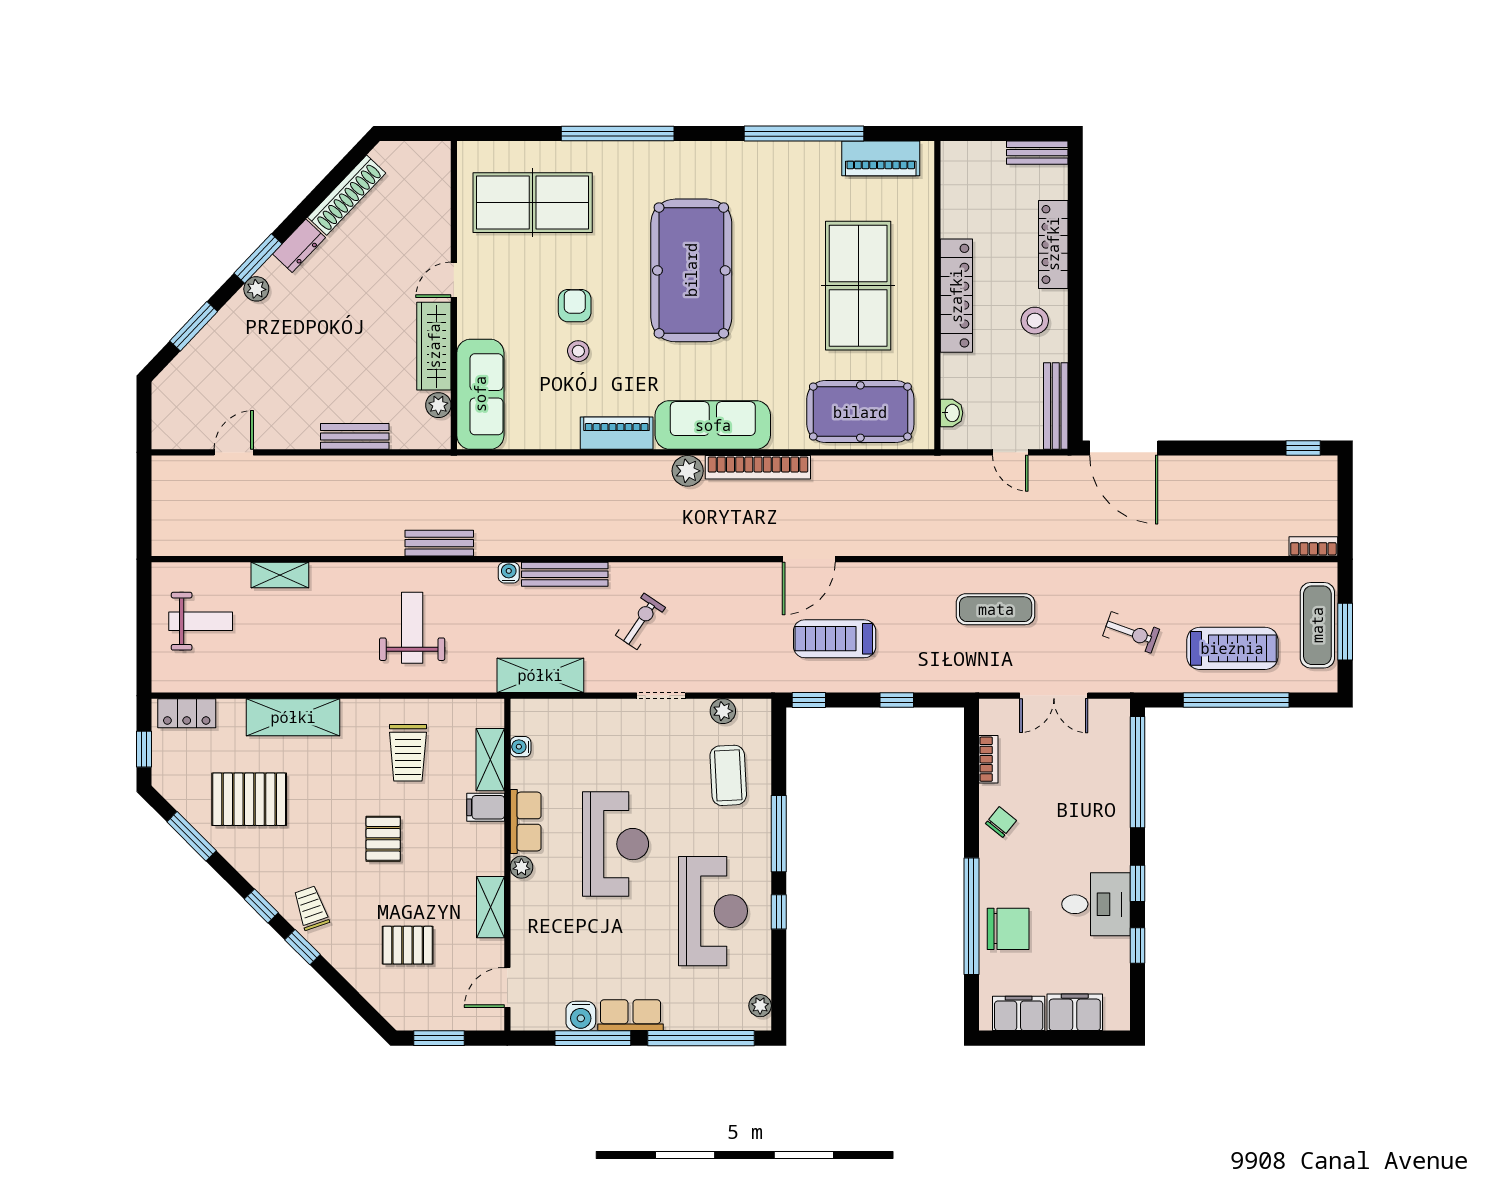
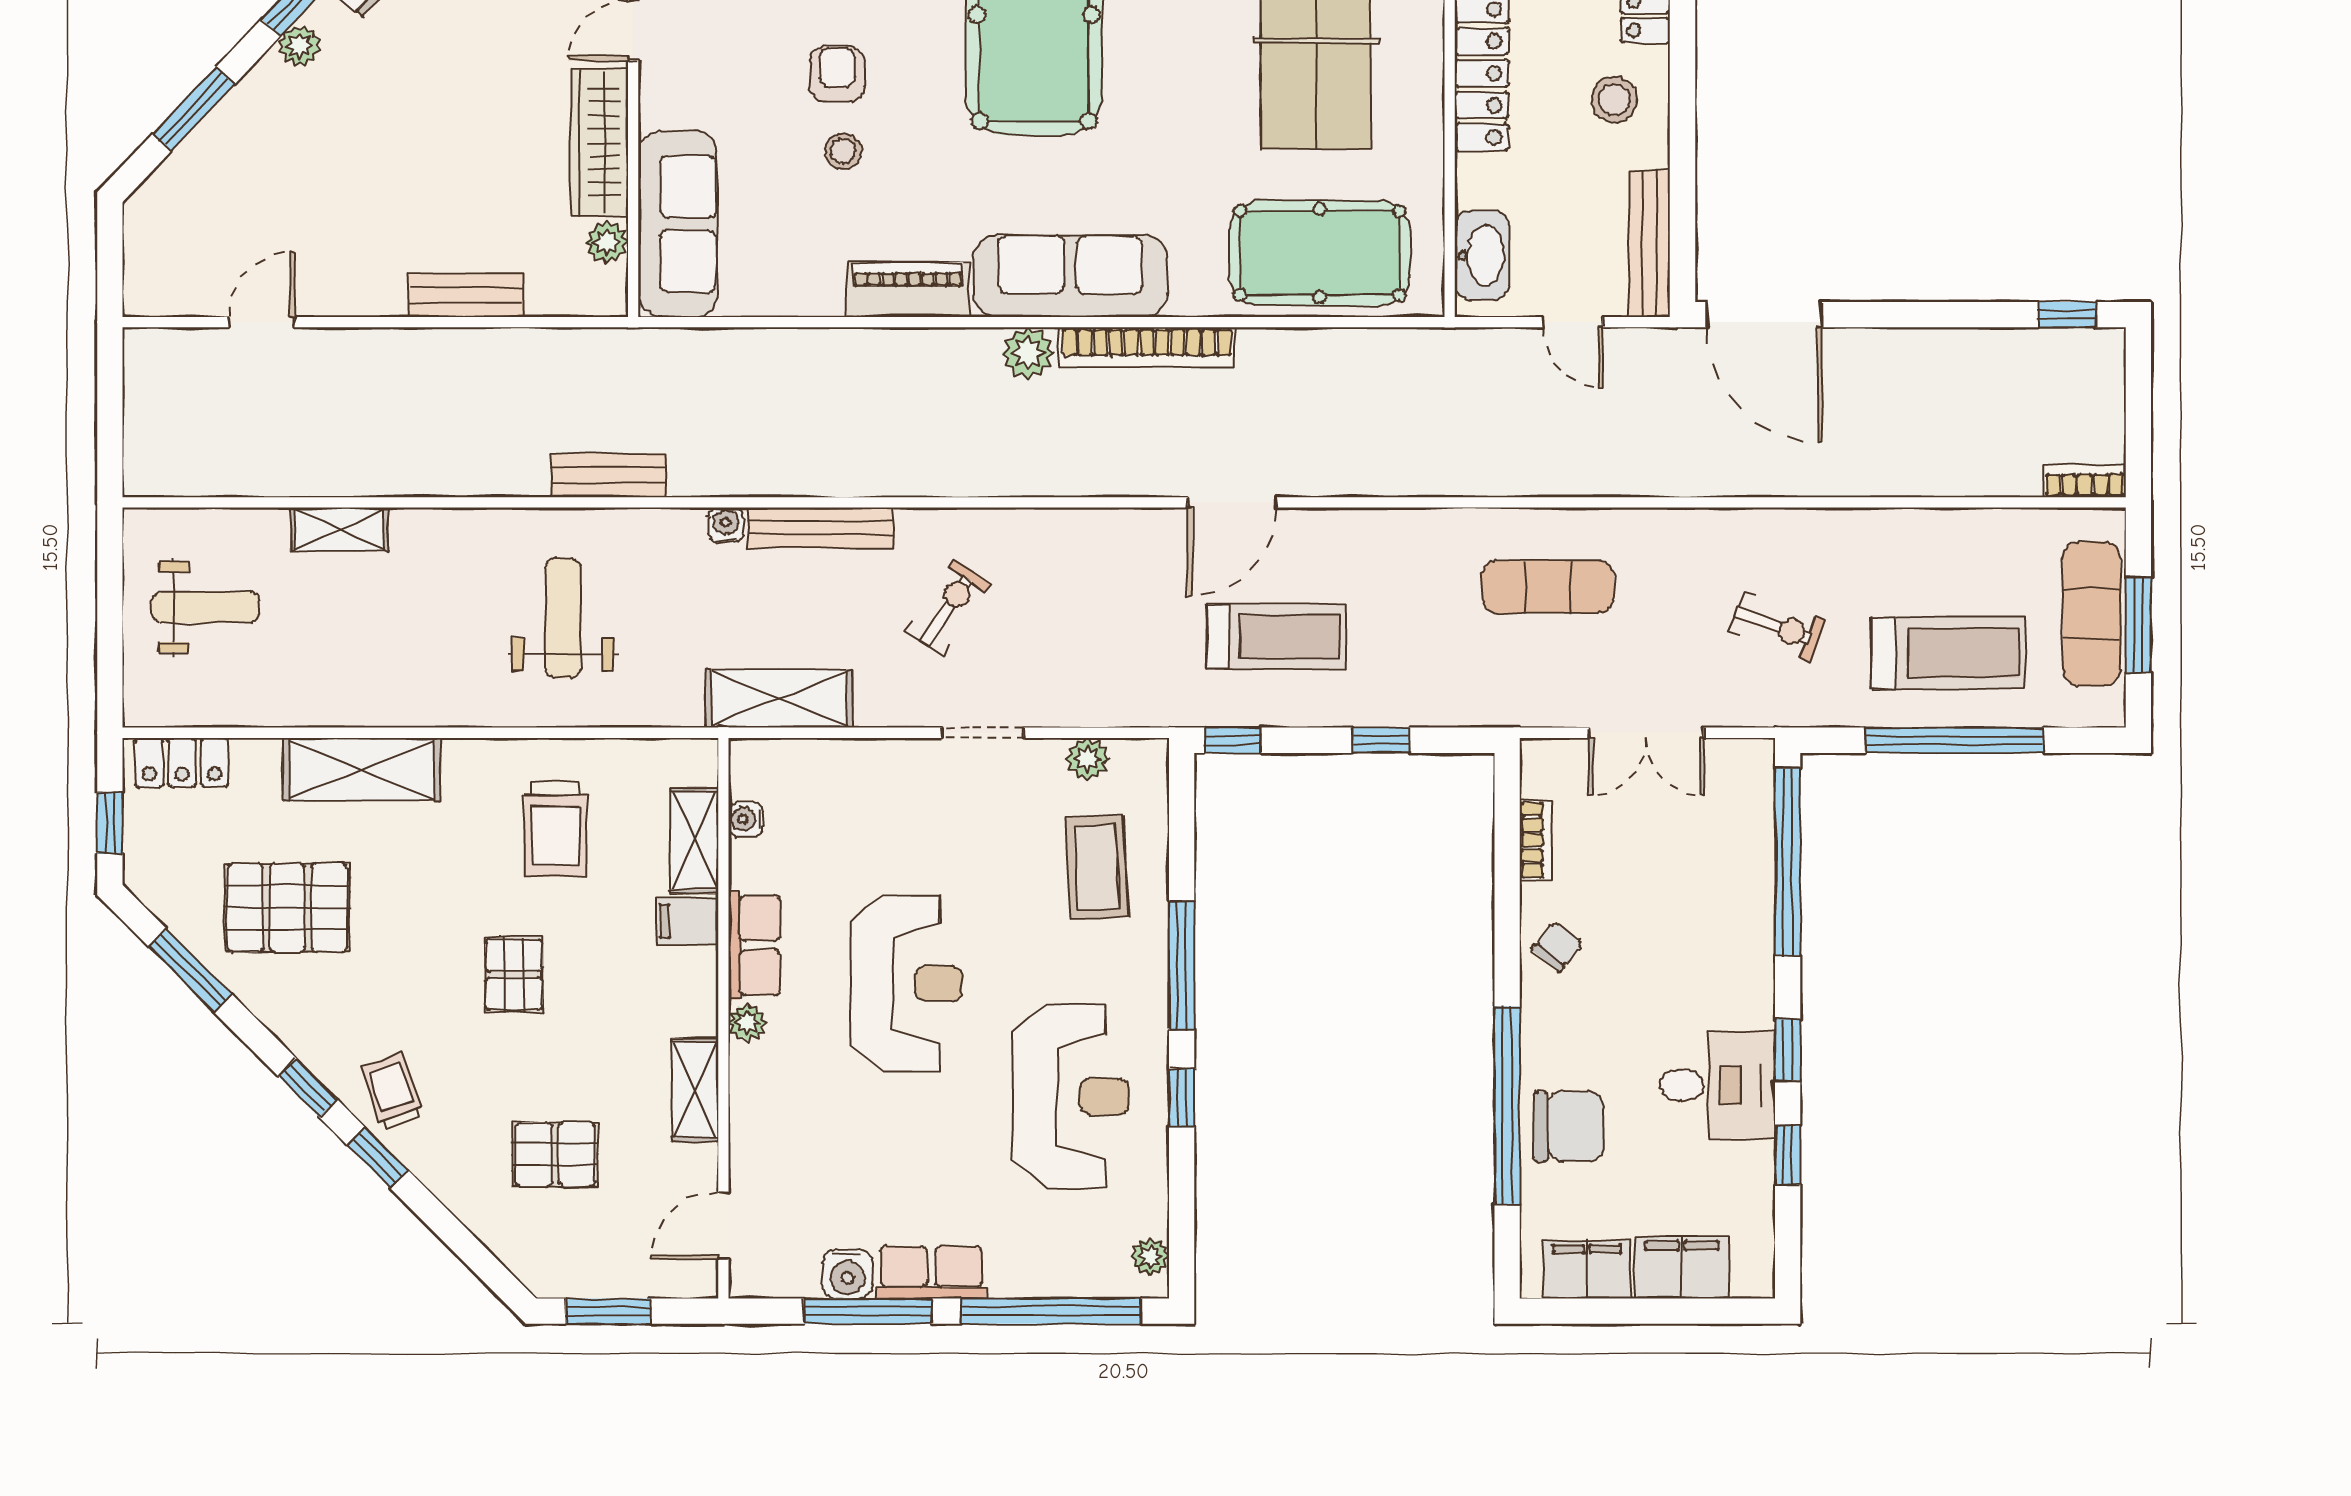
washbasin: (952, 413) -> (1482, 255), width x1.91, depth x1.45
treadmill: (835, 639) -> (1276, 637), turned 180

